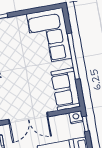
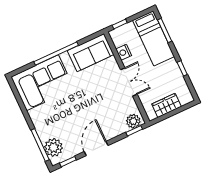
nightstand: (76, 117) -> (124, 52), moved
double door: (28, 118) -> (129, 82), width x0.73

